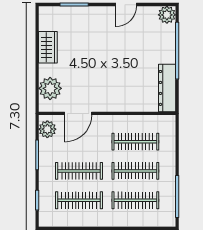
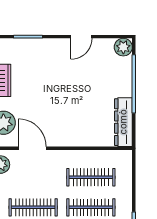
door: (78, 113) -> (32, 148), swing flipped

